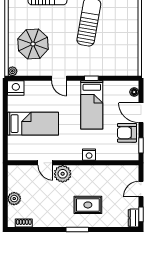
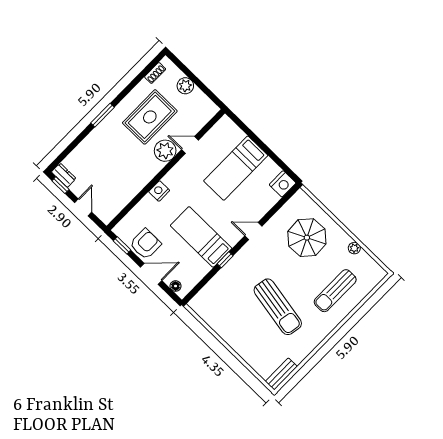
plant: (12, 71) -> (354, 248), moved
rug: (88, 205) -> (150, 117), moved, width x1.36, depth x1.43

